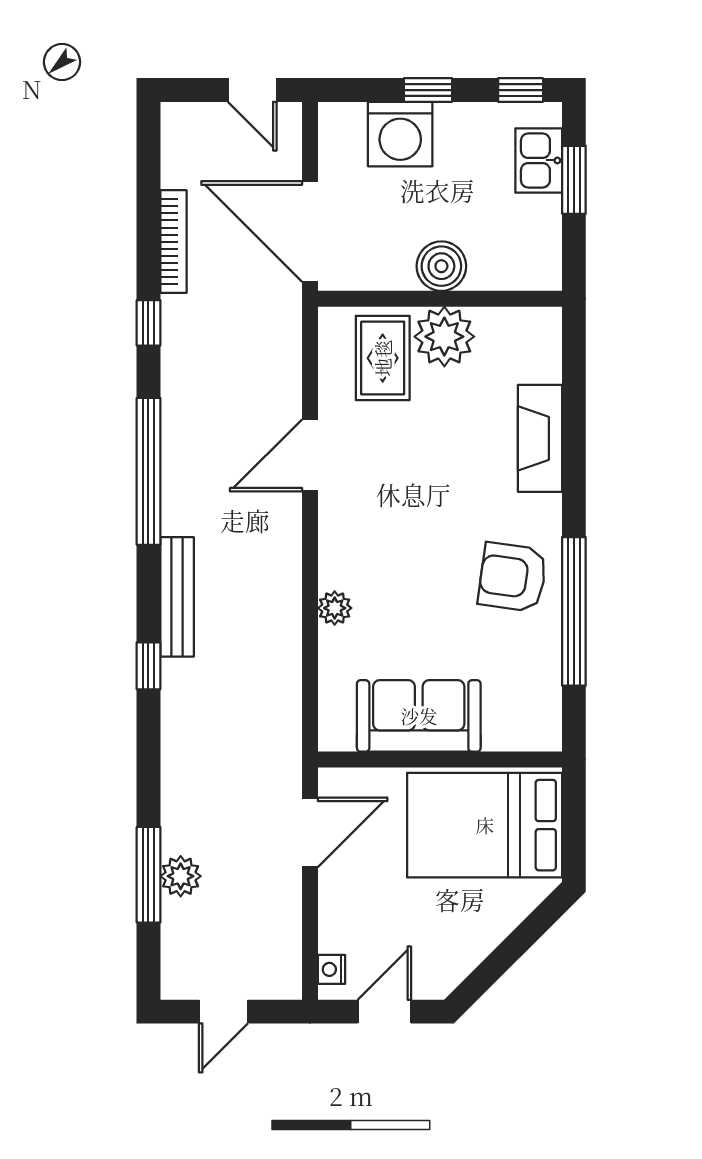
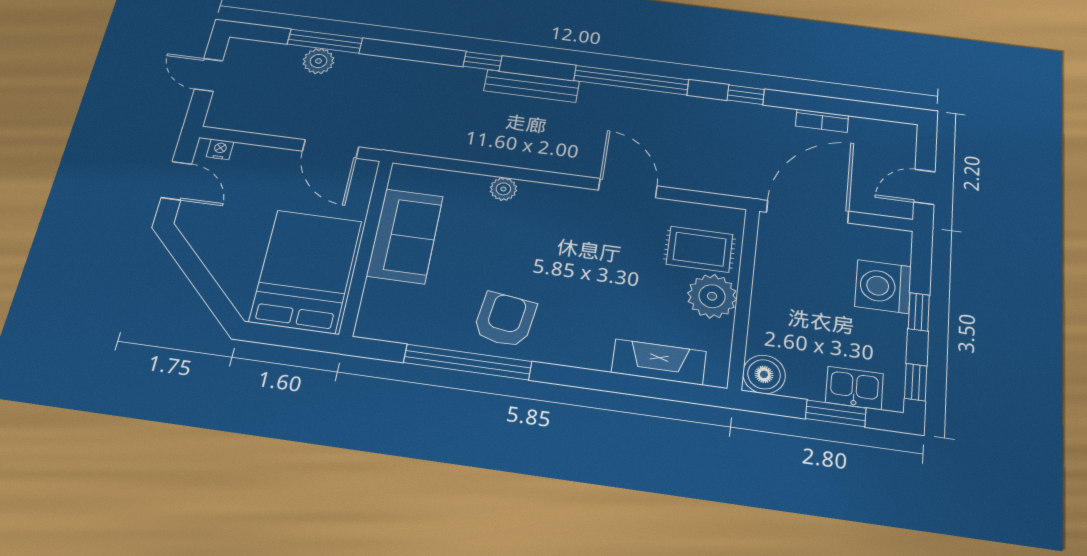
bookcase: (173, 242) -> (822, 121), width x0.64
boiler: (441, 266) -> (764, 374), moved
fireplace: (540, 438) -> (659, 362), moved

